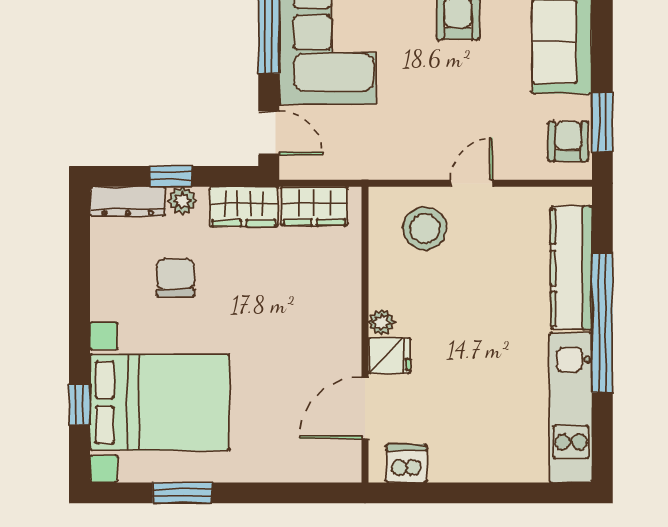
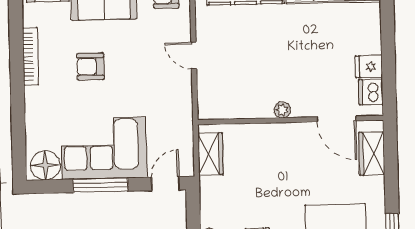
wardrobe: (244, 207) -> (372, 154), moved, turned 180
stool: (425, 228) -> (223, 84), removed
fridge: (390, 356) -> (369, 66), moved, turned -90

